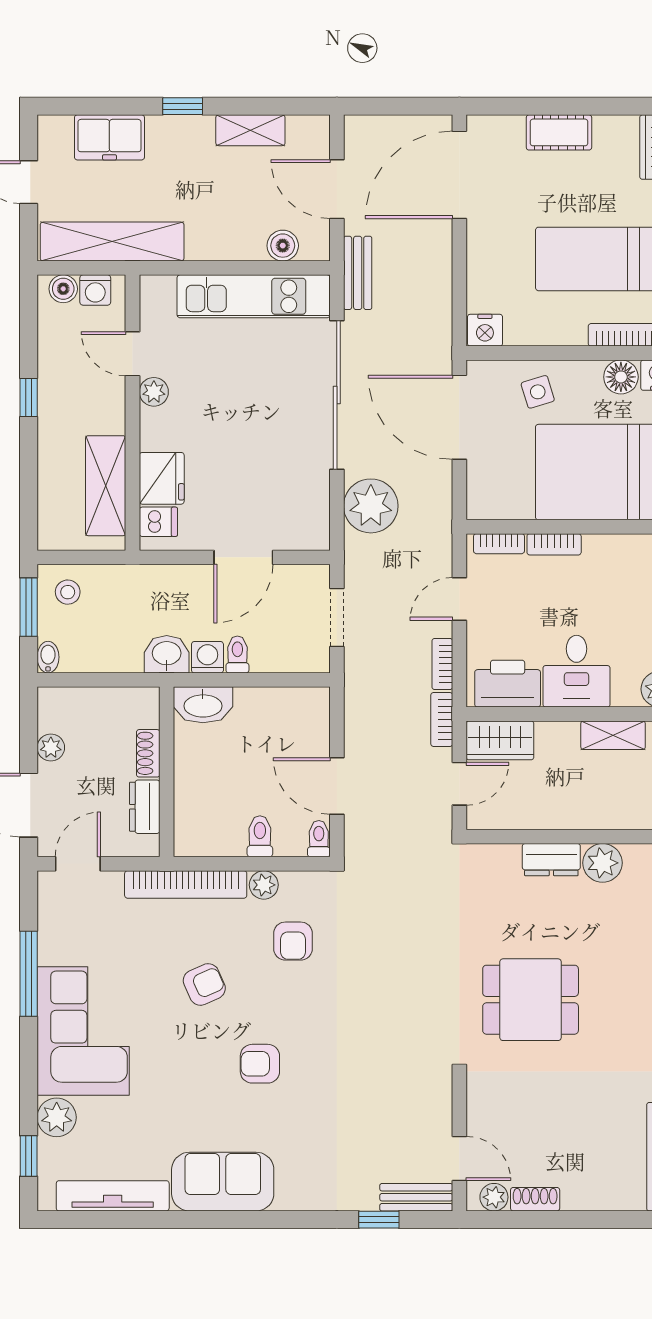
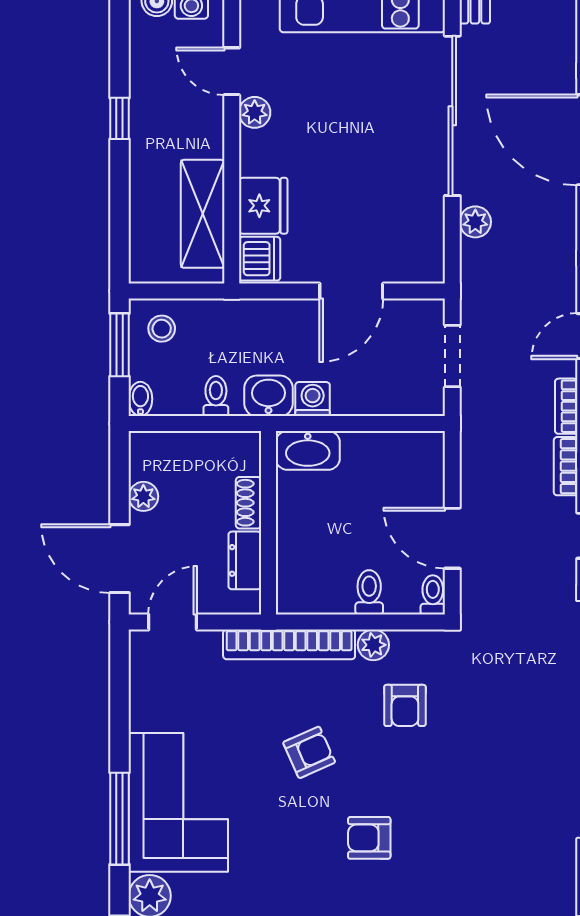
plant: (371, 506) -> (475, 222), width x0.53, depth x0.53
dishwasher: (158, 522) -> (260, 259), width x1.38
toilet: (237, 655) -> (216, 396), moved
window: (29, 974) -> (120, 819), moved

